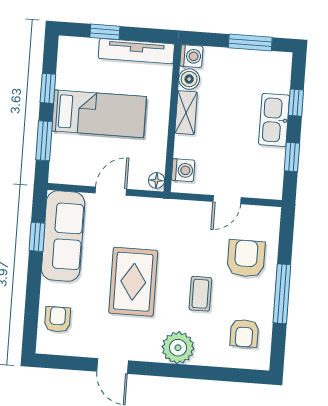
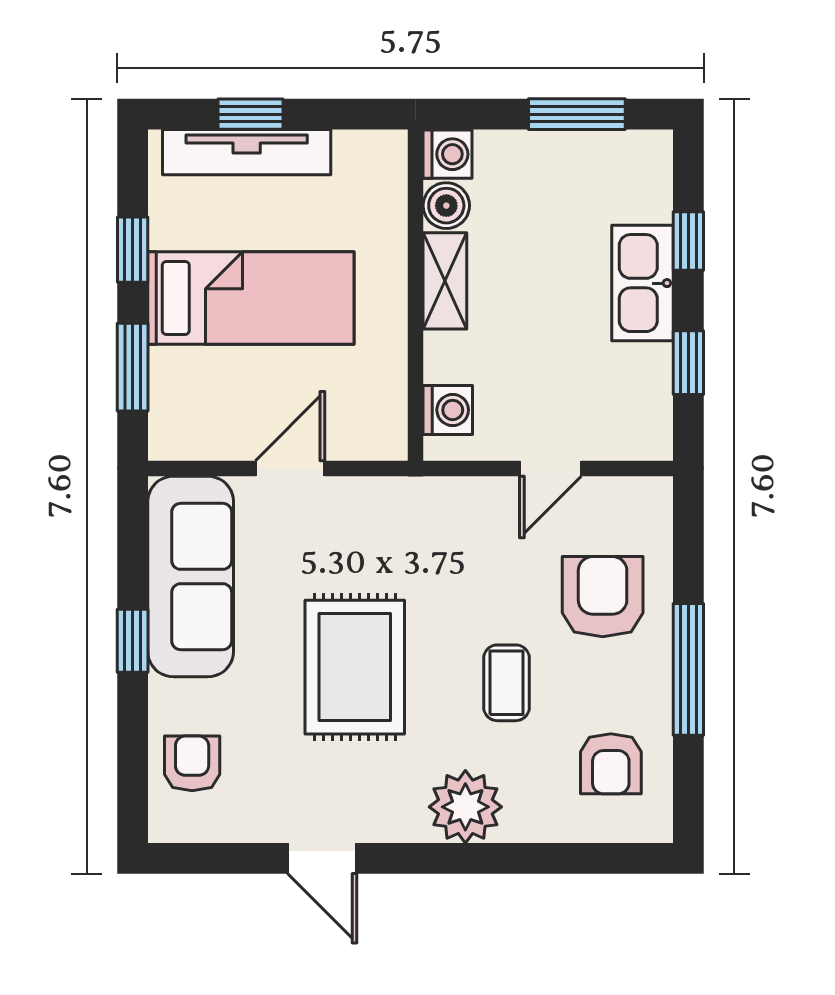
tv unit: (136, 51) -> (247, 152), moved
floor lamp: (157, 180) -> (390, 437), removed
window: (37, 237) -> (133, 641), moved

